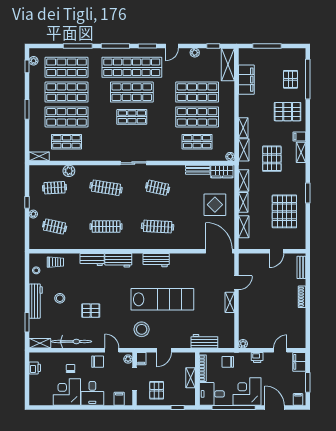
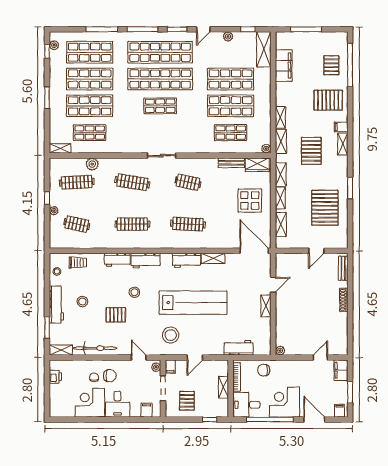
shop shelf: (132, 92) -> (160, 79), width x1.40
clothes rail: (55, 188) -> (77, 182), width x1.36
shelving: (181, 258) -> (213, 258), added
stool: (108, 290) -> (134, 292), added
printer: (257, 358) -> (295, 365), removed
chair: (98, 362) -> (110, 376), moved

